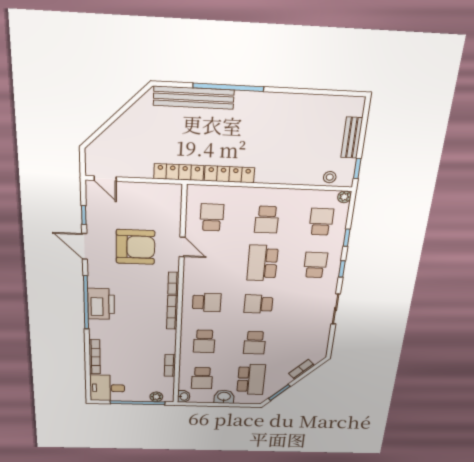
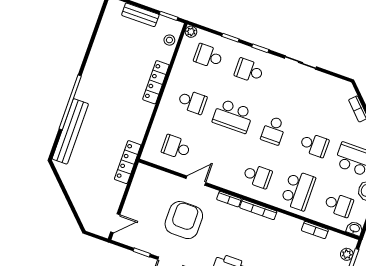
locker: (229, 174) -> (156, 82), moved
school desk: (207, 302) -> (257, 176), turned 90
school desk: (204, 341) -> (298, 190), width x1.85

